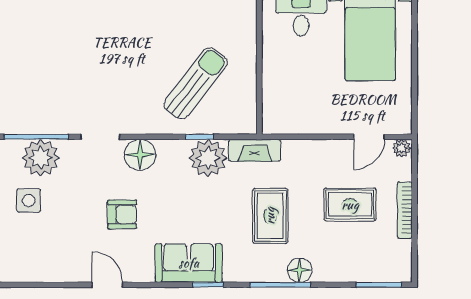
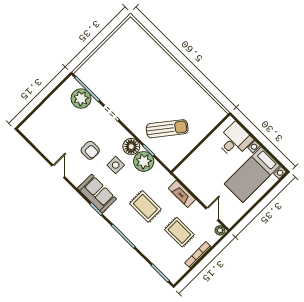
door: (369, 137) -> (212, 214), swing flipped
fireplace: (255, 150) -> (182, 194), moved
floor lamp: (140, 155) -> (131, 147), moved
side table: (29, 200) -> (116, 165), moved
rug: (270, 216) -> (145, 206), turned 90
floor lamp: (300, 270) -> (136, 238), removed

